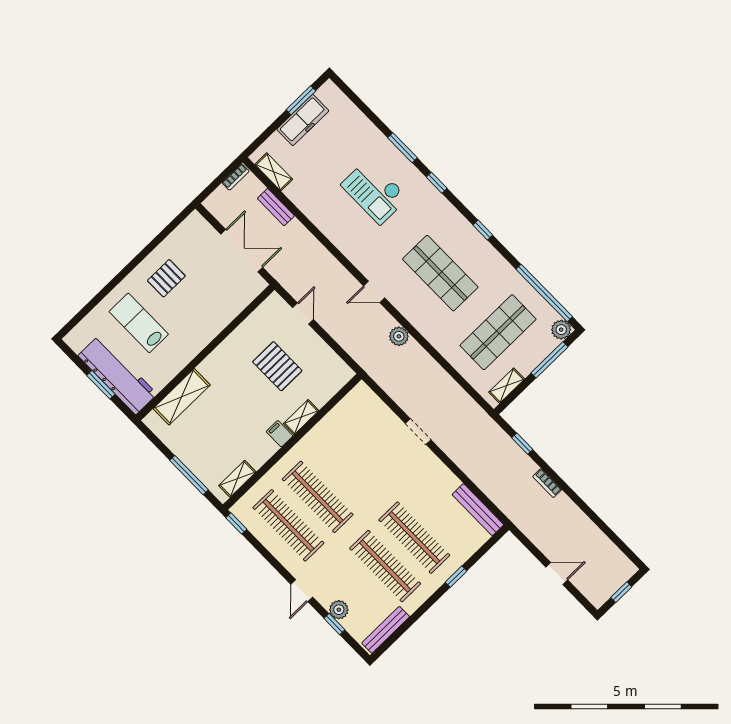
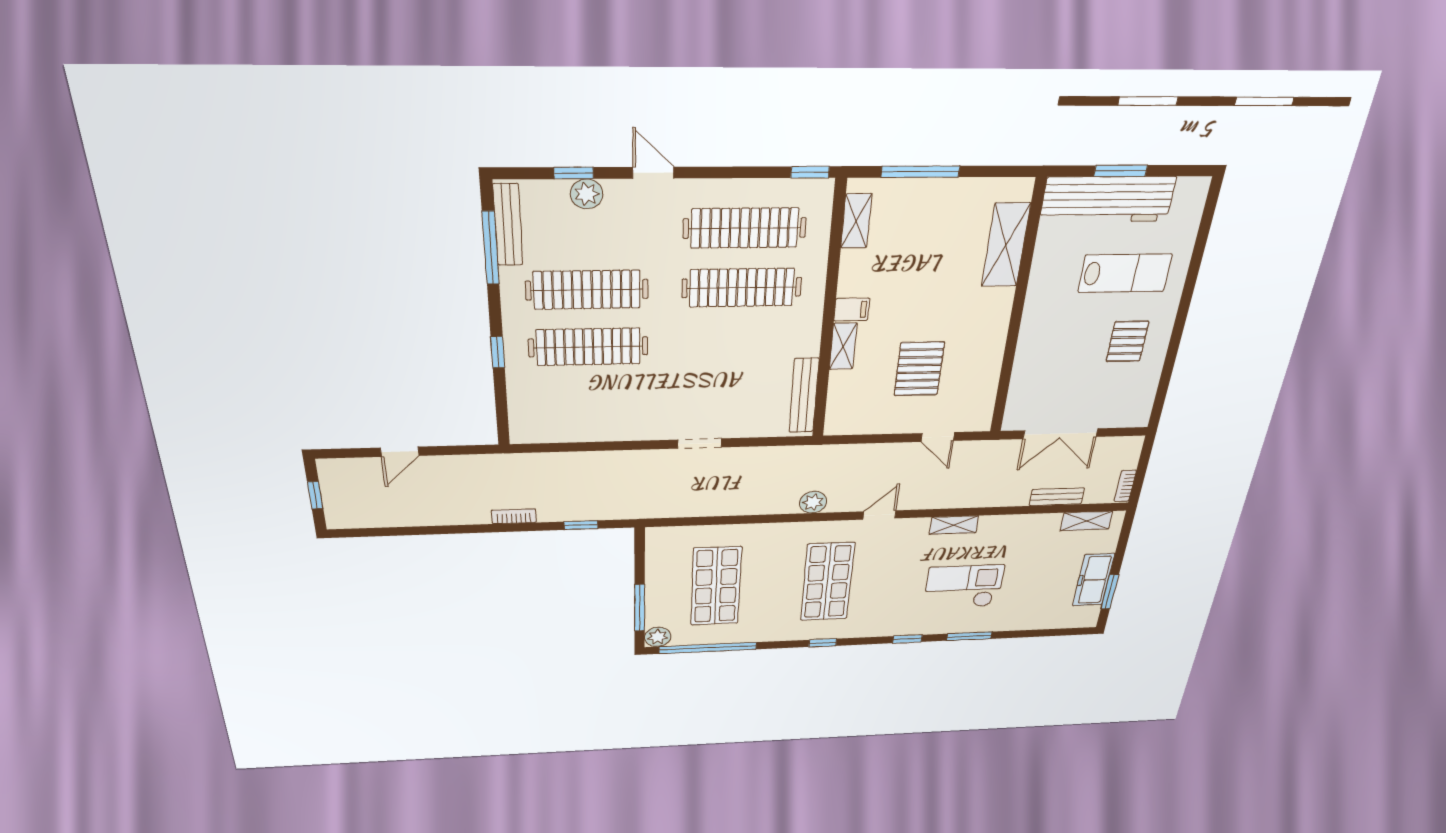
shop shelf: (440, 273) -> (827, 582), turned 90
pallet: (277, 366) -> (919, 369), turned 90
shelving: (507, 386) -> (954, 525), moved, turned 90
bench: (478, 510) -> (804, 396), moved, turned 90
window: (404, 627) -> (491, 248), added

